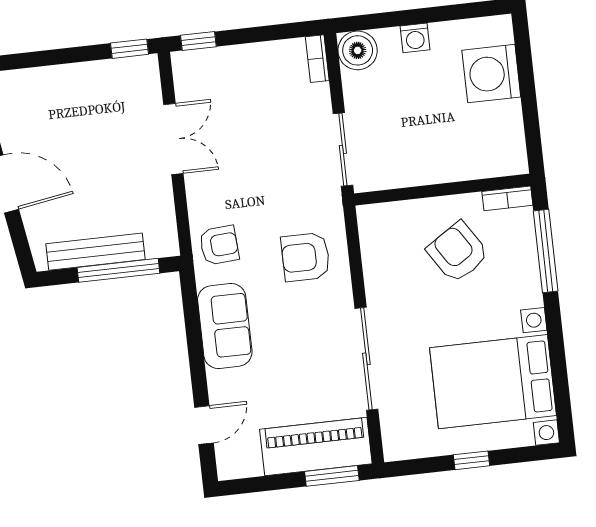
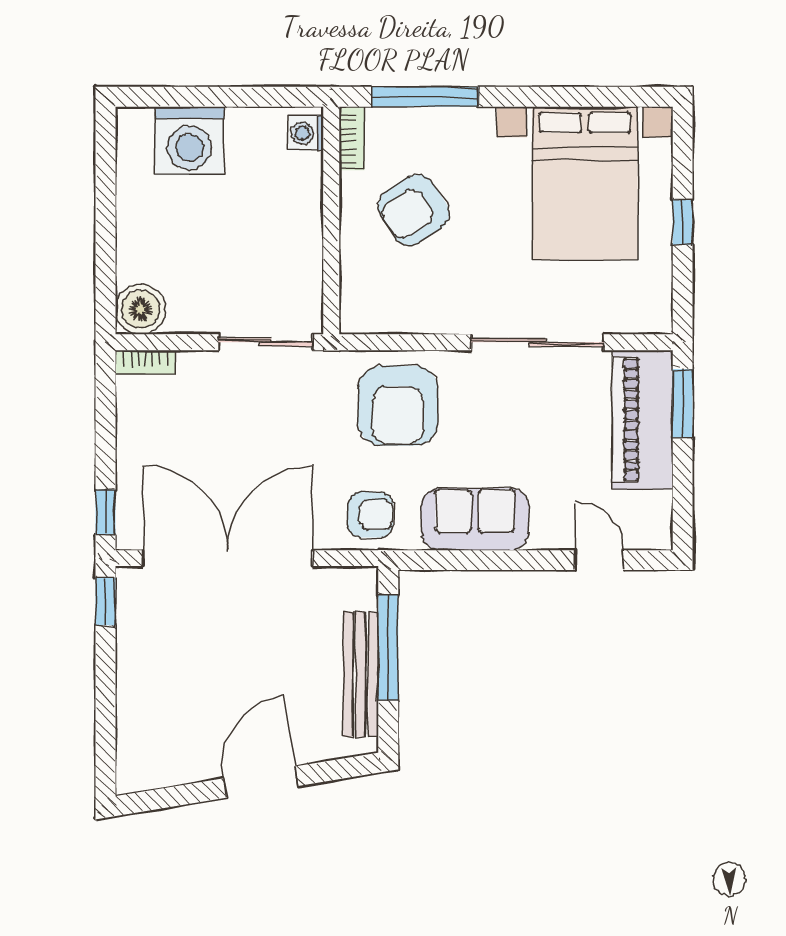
washing machine: (415, 38) -> (306, 133), moved, turned 180
double door: (173, 139) -> (228, 558), width x1.87
armchair: (219, 245) -> (370, 515), turned 94
armchair: (306, 257) -> (398, 406), width x1.36, depth x1.36

